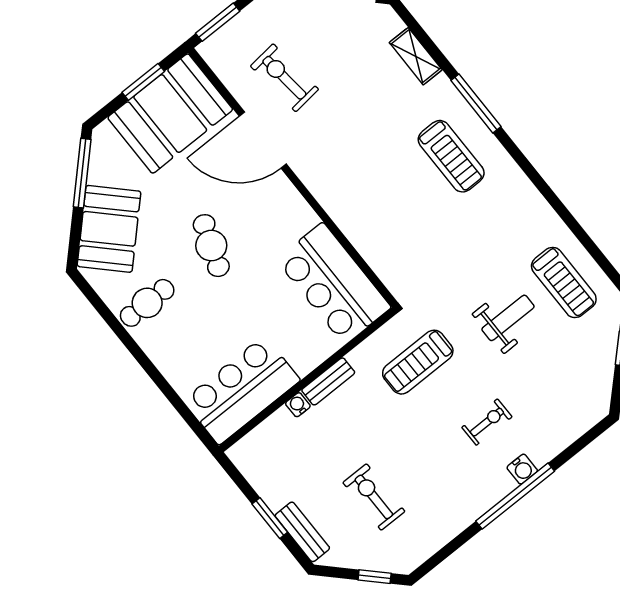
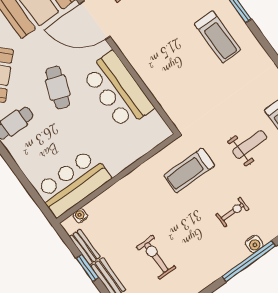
bar counter: (334, 283) -> (118, 90), moved
bench: (328, 381) -> (85, 247), moved, turned 90
water cooler: (298, 405) -> (80, 216), moved

